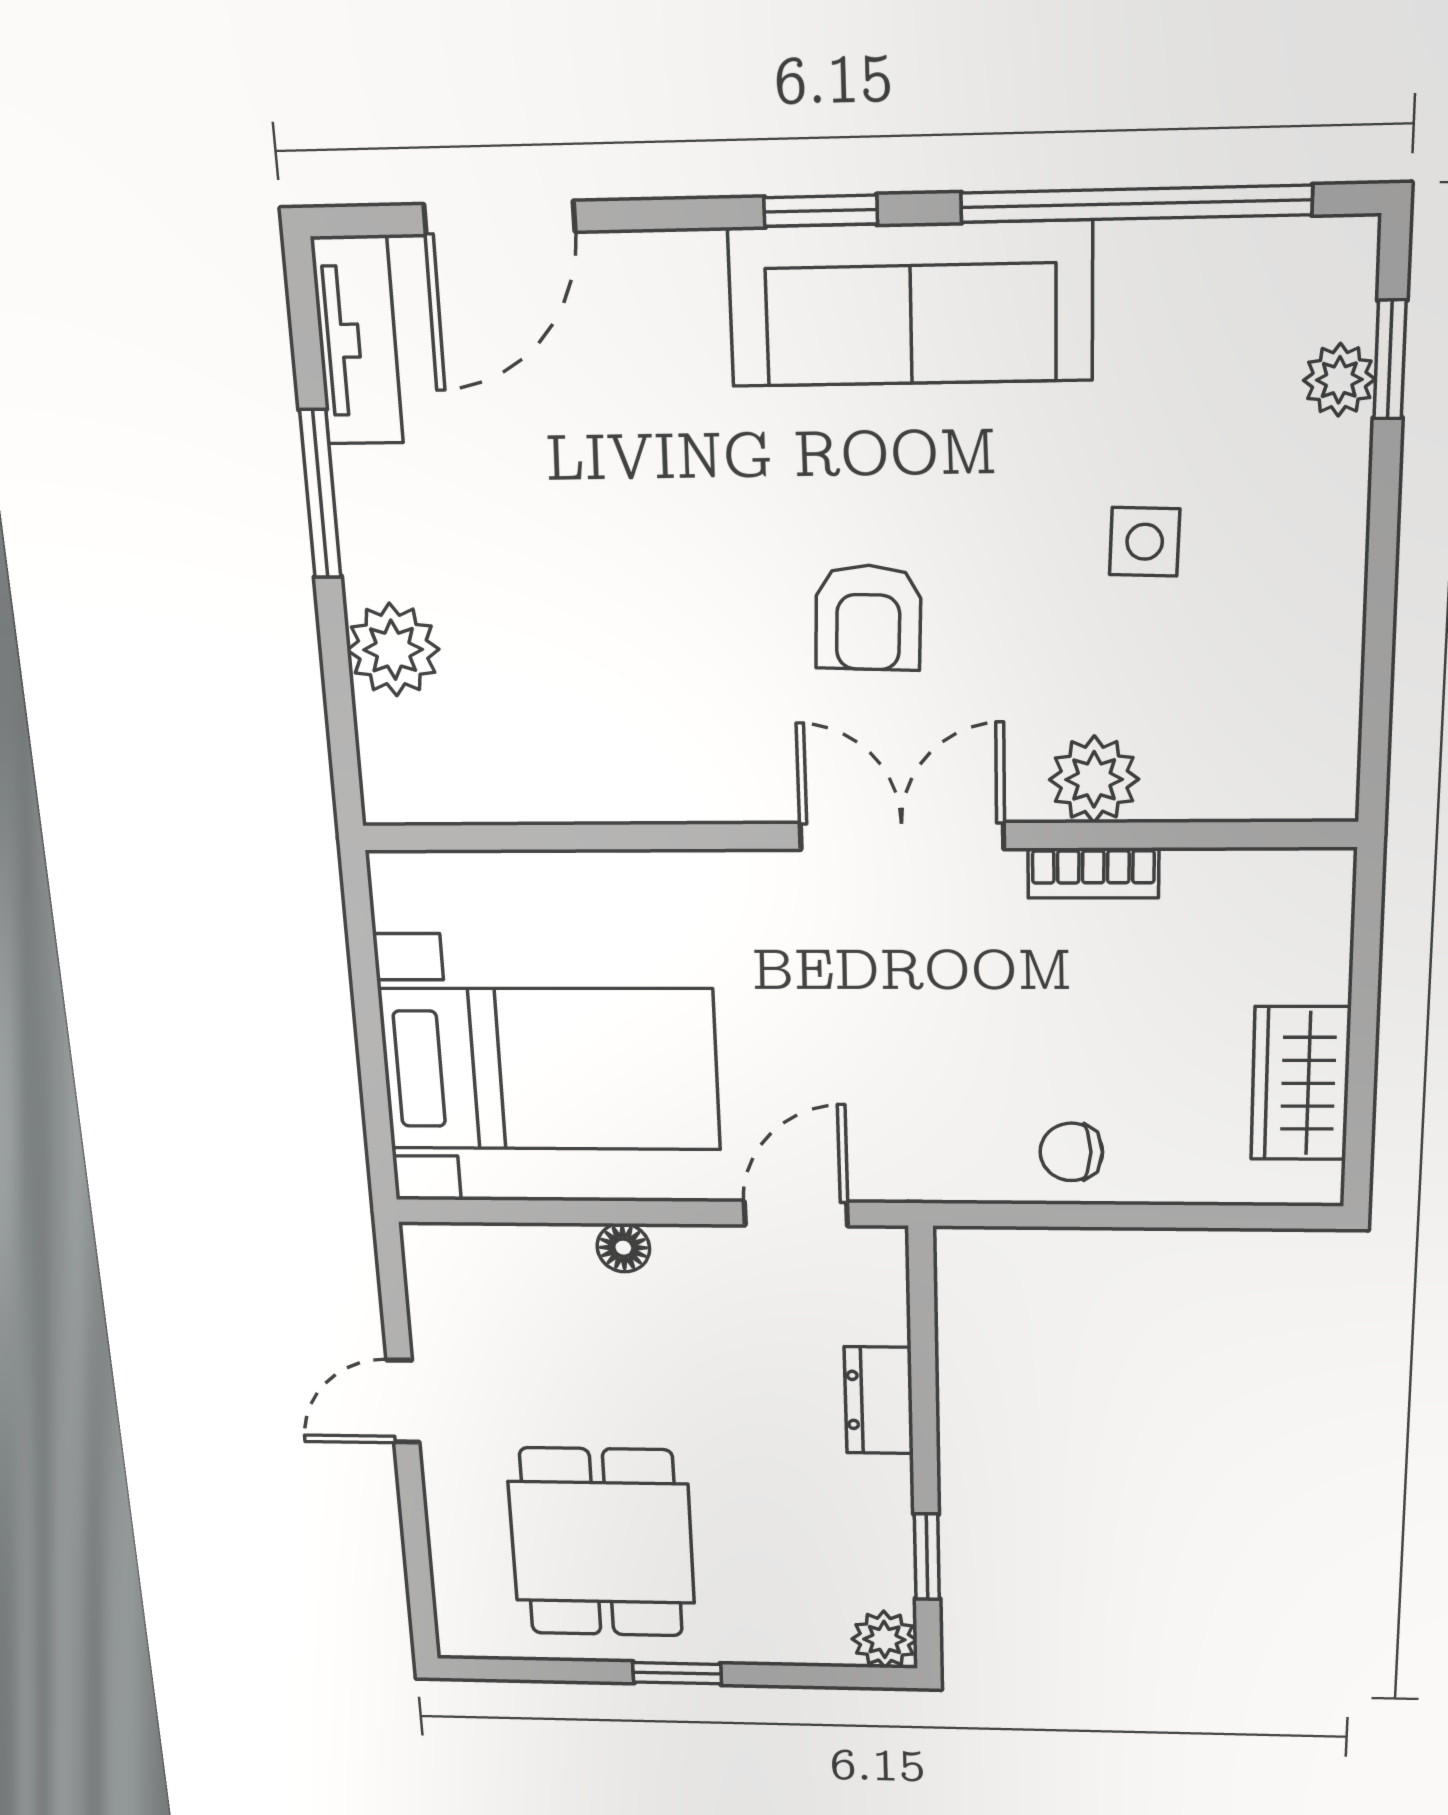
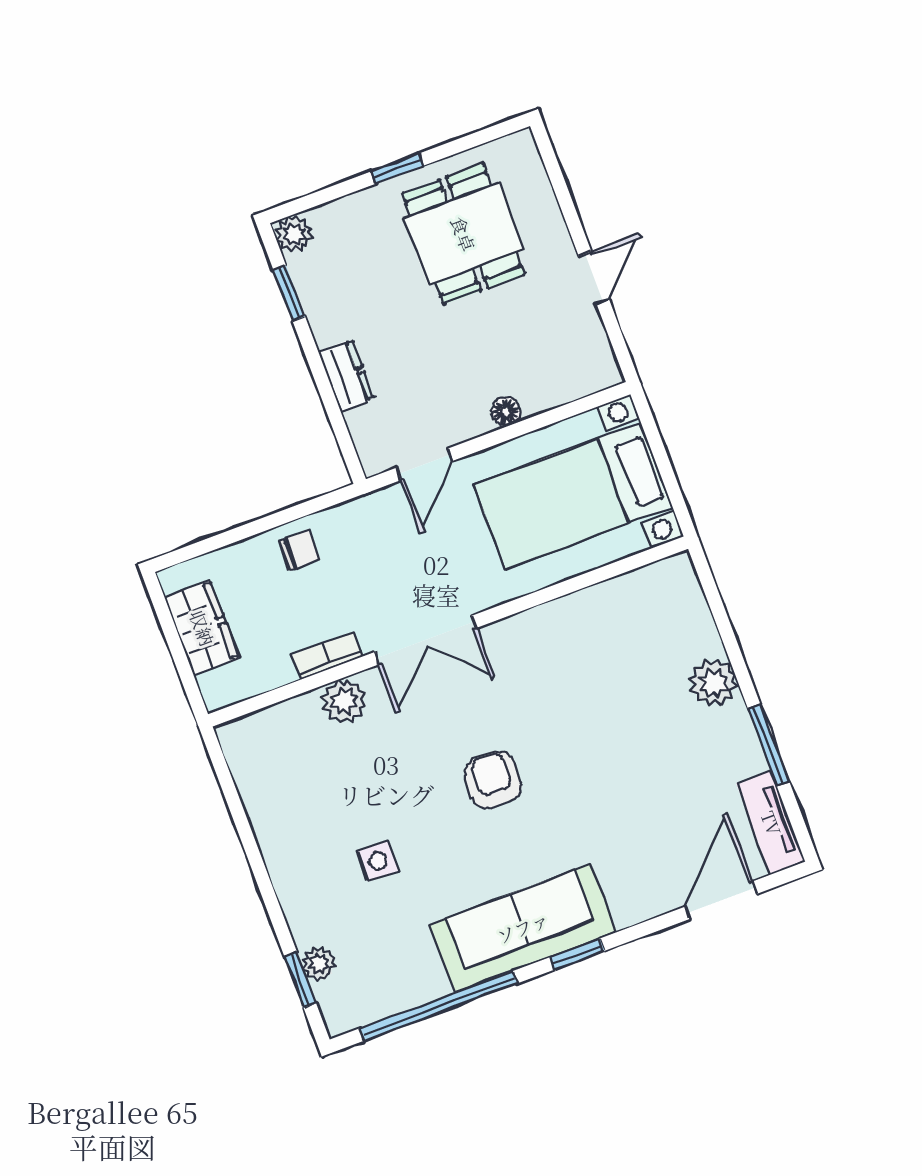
plant: (1094, 779) -> (344, 701), moved
wall: (854, 836) -> (448, 632), moved
double door: (902, 836) -> (425, 640), moved
bookcase: (1093, 873) -> (327, 656), moved

